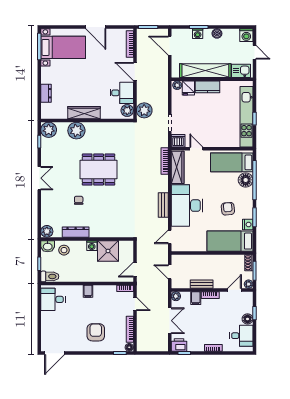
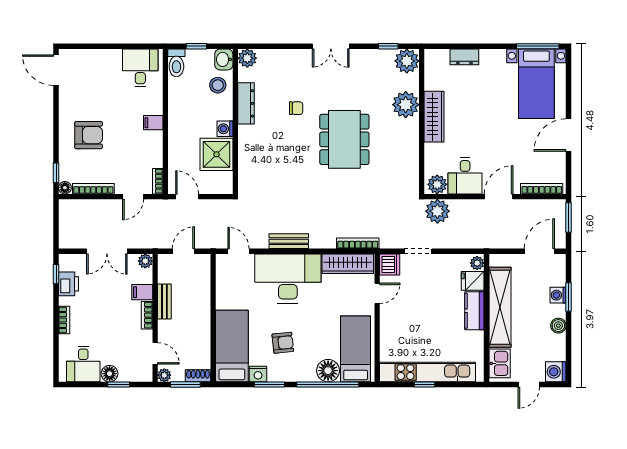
printer: (179, 345) -> (69, 284), moved

